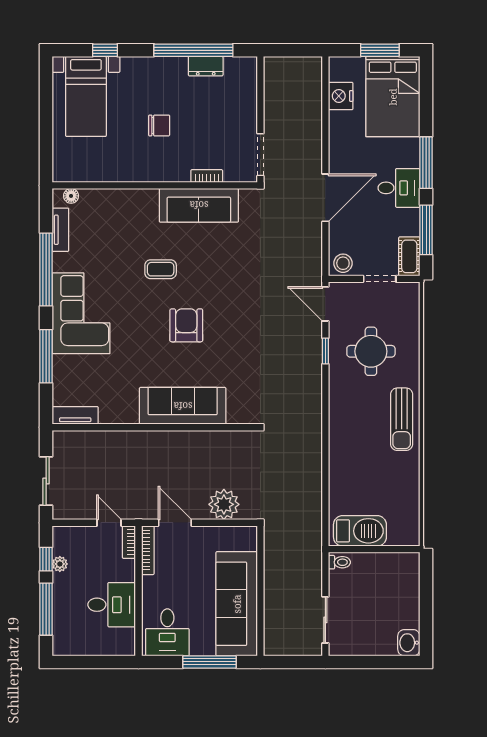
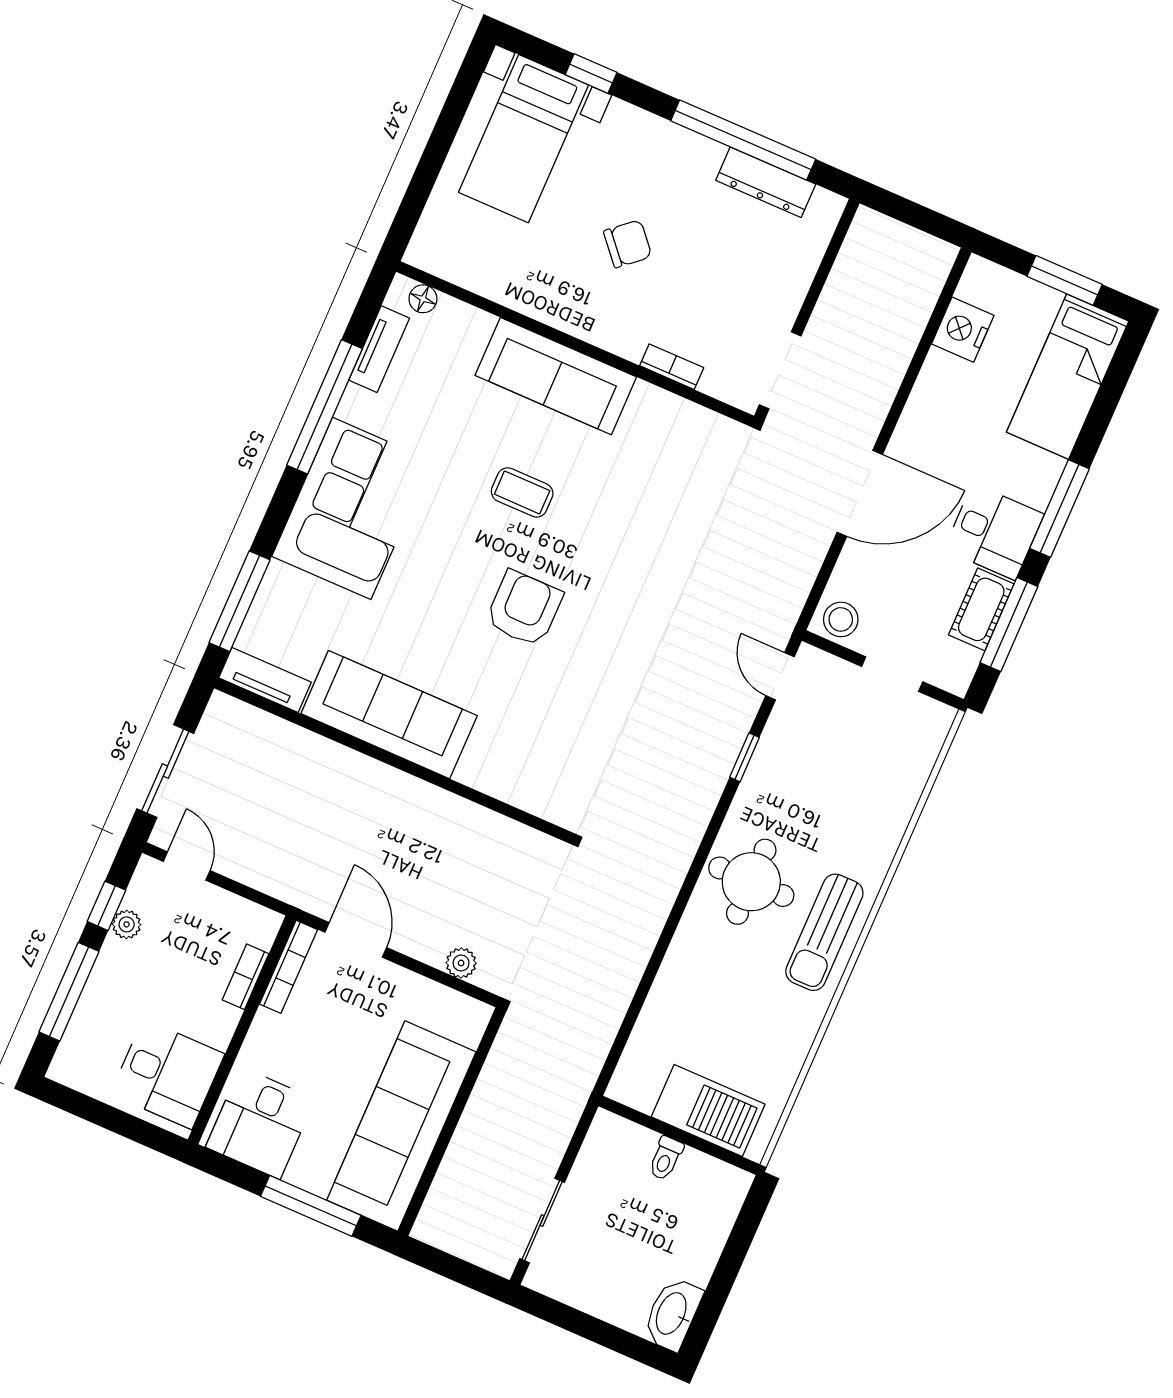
dresser: (206, 66) -> (766, 182), width x1.44
bed: (393, 97) -> (1068, 377), width x0.67
chair: (159, 125) -> (628, 244), turned -41
sofa: (199, 205) -> (556, 376), moved
cot: (409, 256) -> (981, 609), moved
door: (325, 304) -> (780, 676), width x0.73
round table: (371, 351) -> (751, 882), moved
window: (46, 356) -> (240, 601), moved
sofa: (183, 406) -> (389, 715), moved
plant: (224, 504) -> (461, 963), width x0.53, depth x0.53
door: (109, 523) -> (187, 866), moved
barbecue: (360, 531) -> (708, 1111), moved
bookcase: (129, 542) -> (246, 977), moved
toilet: (339, 562) -> (666, 1158), moved, turned 90
desk: (112, 605) -> (168, 1074), moved
washbasin: (409, 643) -> (672, 1314), width x1.38

